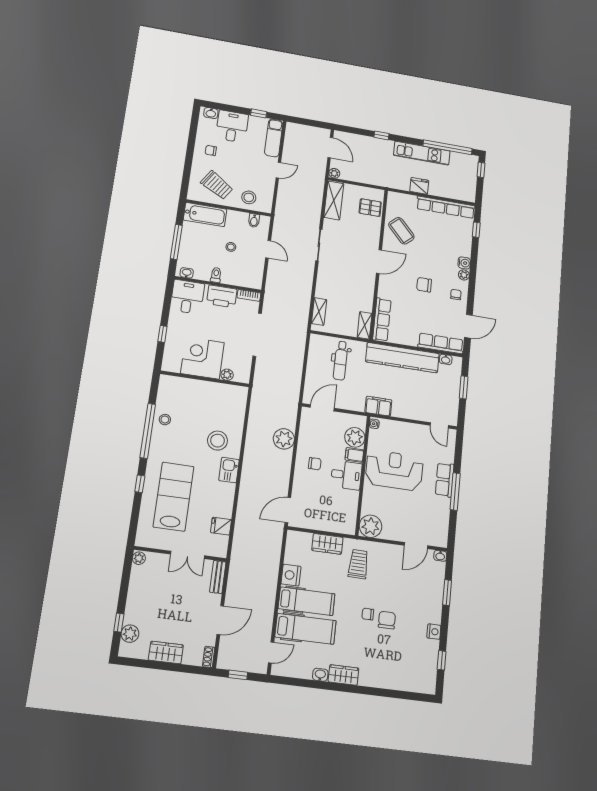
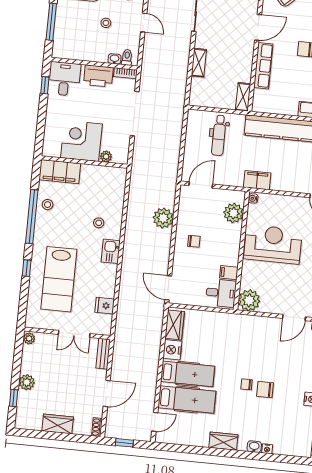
washbasin: (187, 273) -> (114, 59), moved
toilet: (216, 275) -> (127, 57), moved
shelving: (319, 312) -> (199, 63), moved
row of seats: (382, 320) -> (263, 66), moved
window: (162, 334) -> (45, 85), moved
filing cabinet: (179, 387) -> (60, 172), added
stool: (217, 441) -> (99, 223), width x0.53, depth x0.53
filing cabinet: (354, 455) -> (229, 273), moved
desk: (346, 475) -> (221, 293), moved
lab bench: (174, 497) -> (59, 279), turned 180
door: (288, 510) -> (168, 288), hinge flipped
wardrobe: (327, 544) -> (175, 325), moved, turned -90
trolley: (358, 564) -> (237, 337), removed
chair: (387, 620) -> (265, 390), turned -90
plant: (130, 634) -> (27, 382), moved
washbasin: (320, 675) -> (254, 447), moved
nightstand: (389, 684) -> (267, 449), added

